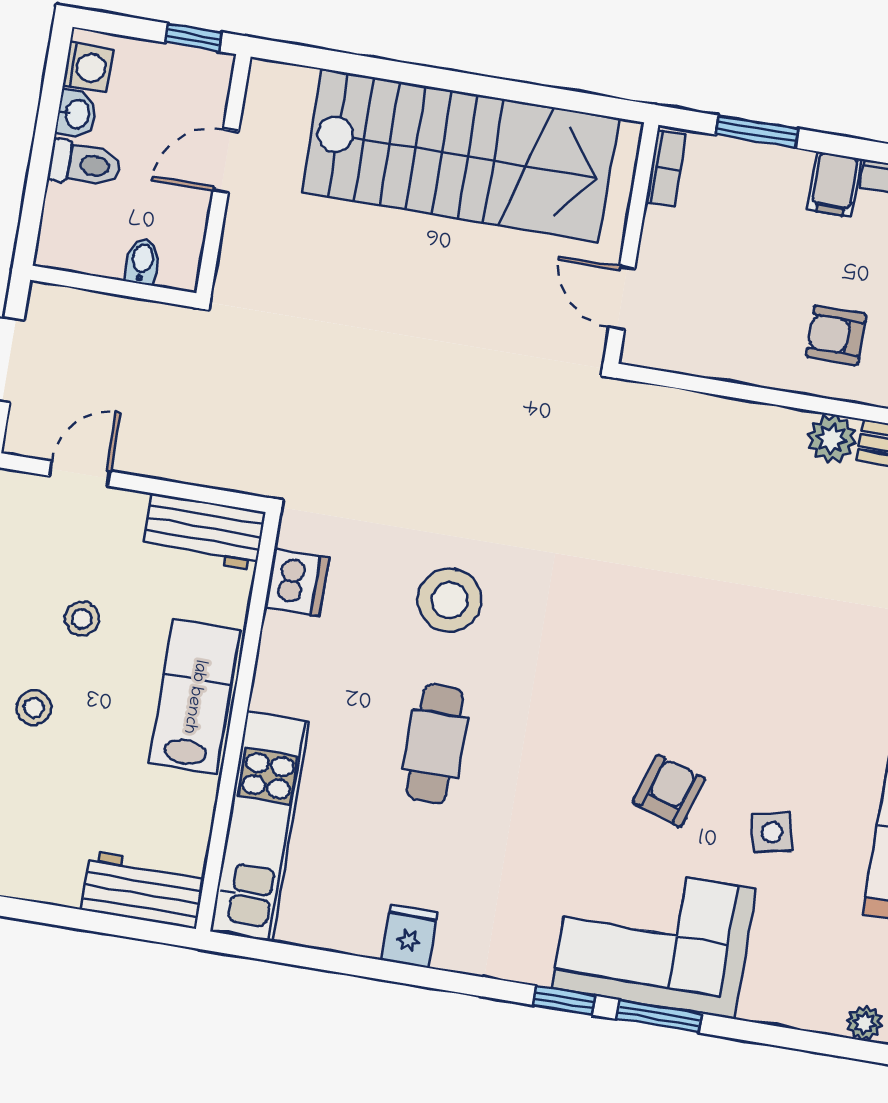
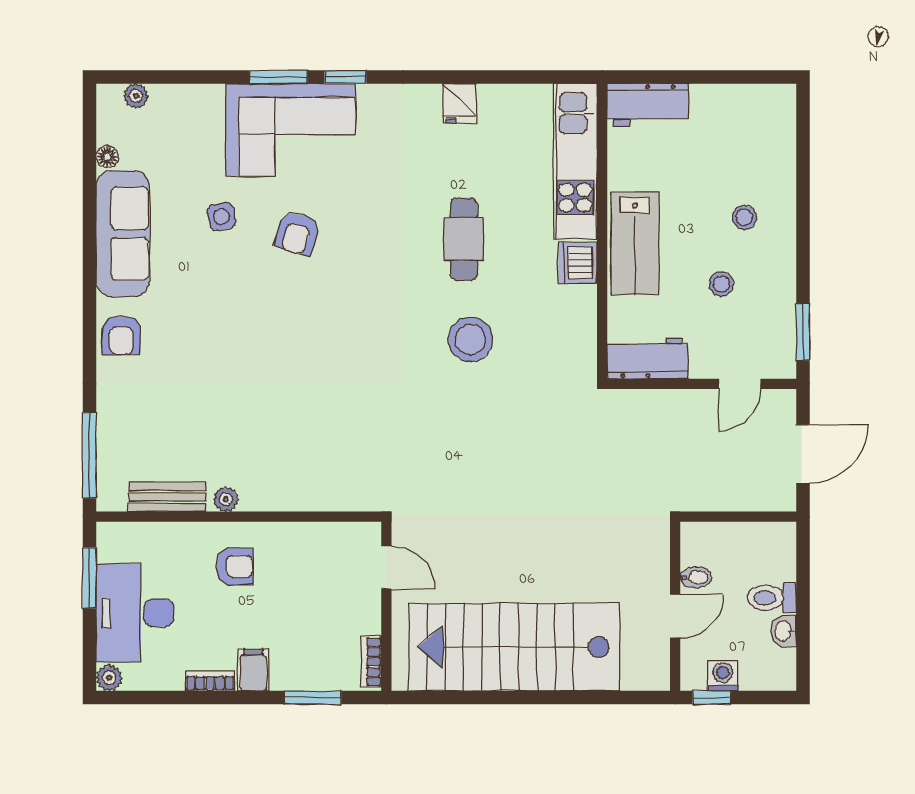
washing machine: (88, 67) -> (723, 676), moved, turned 90
bidet: (142, 261) -> (696, 577), moved, turned -90
plant: (832, 439) -> (226, 499), width x0.73, depth x0.73
dishwasher: (297, 582) -> (578, 263), moved

